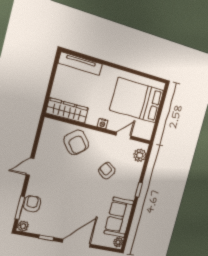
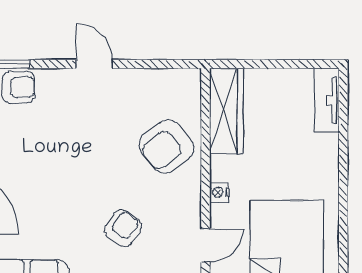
tv unit: (80, 64) -> (327, 100), width x0.71
door: (124, 136) -> (205, 245), hinge flipped

